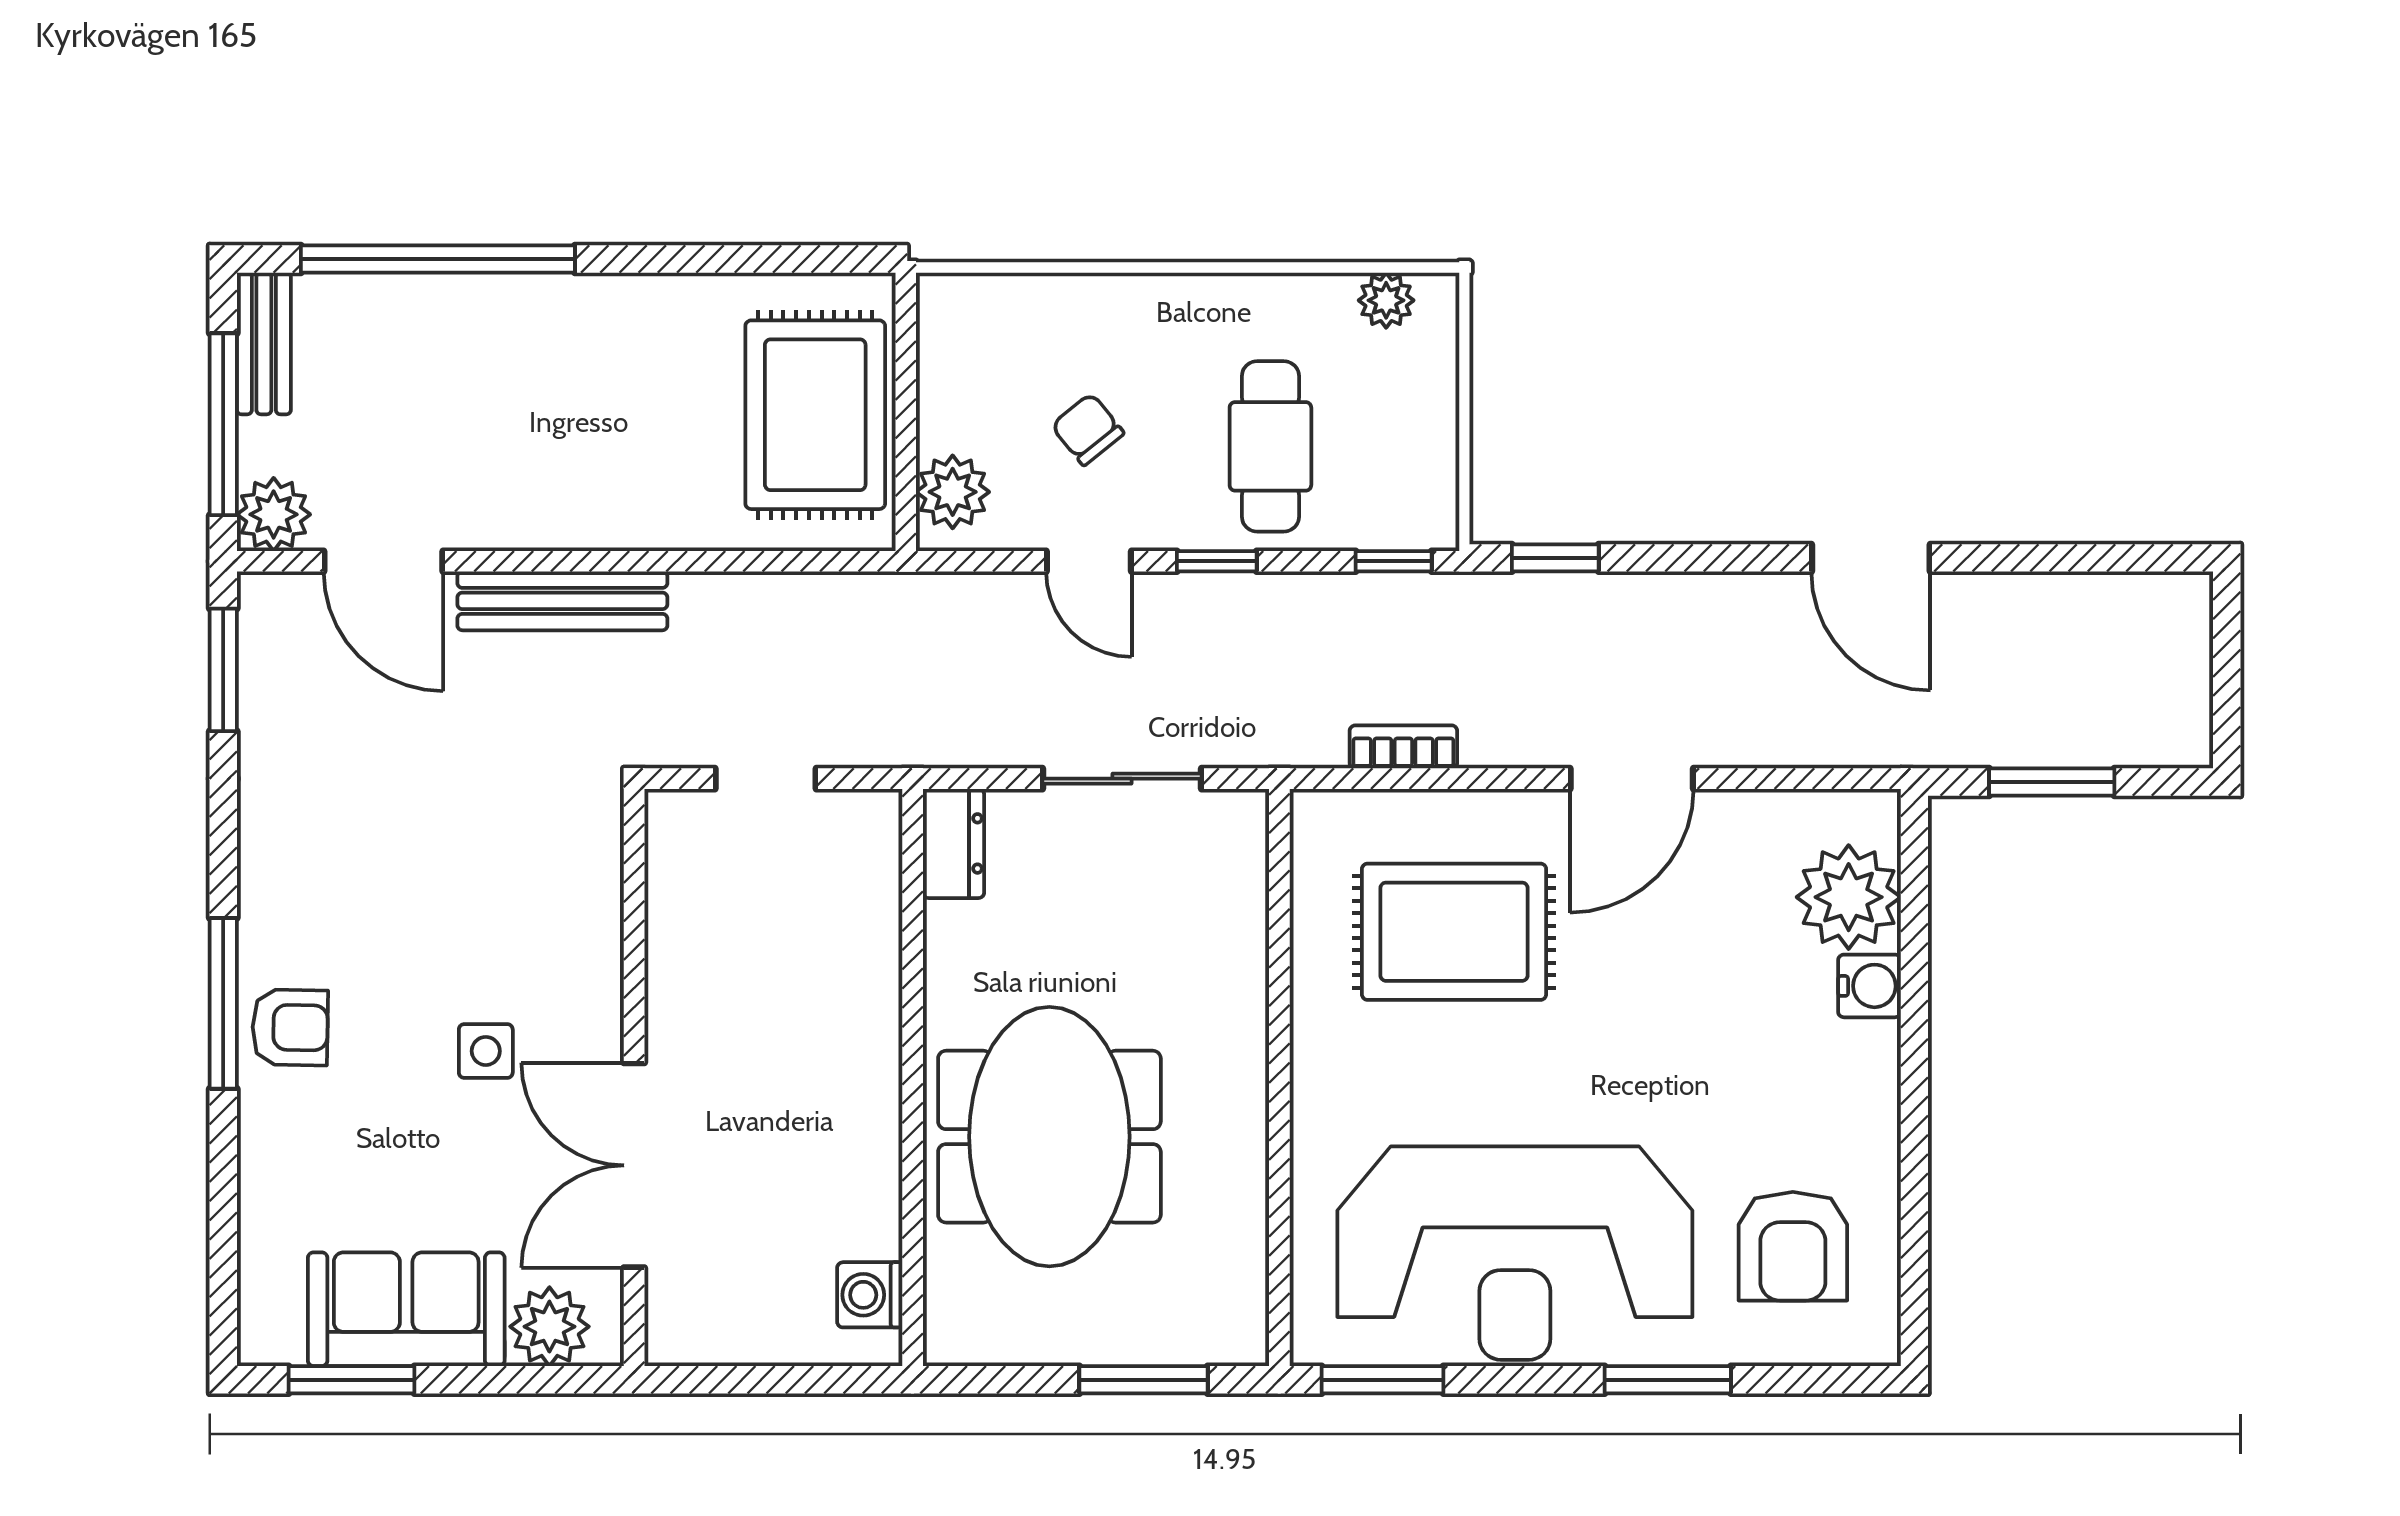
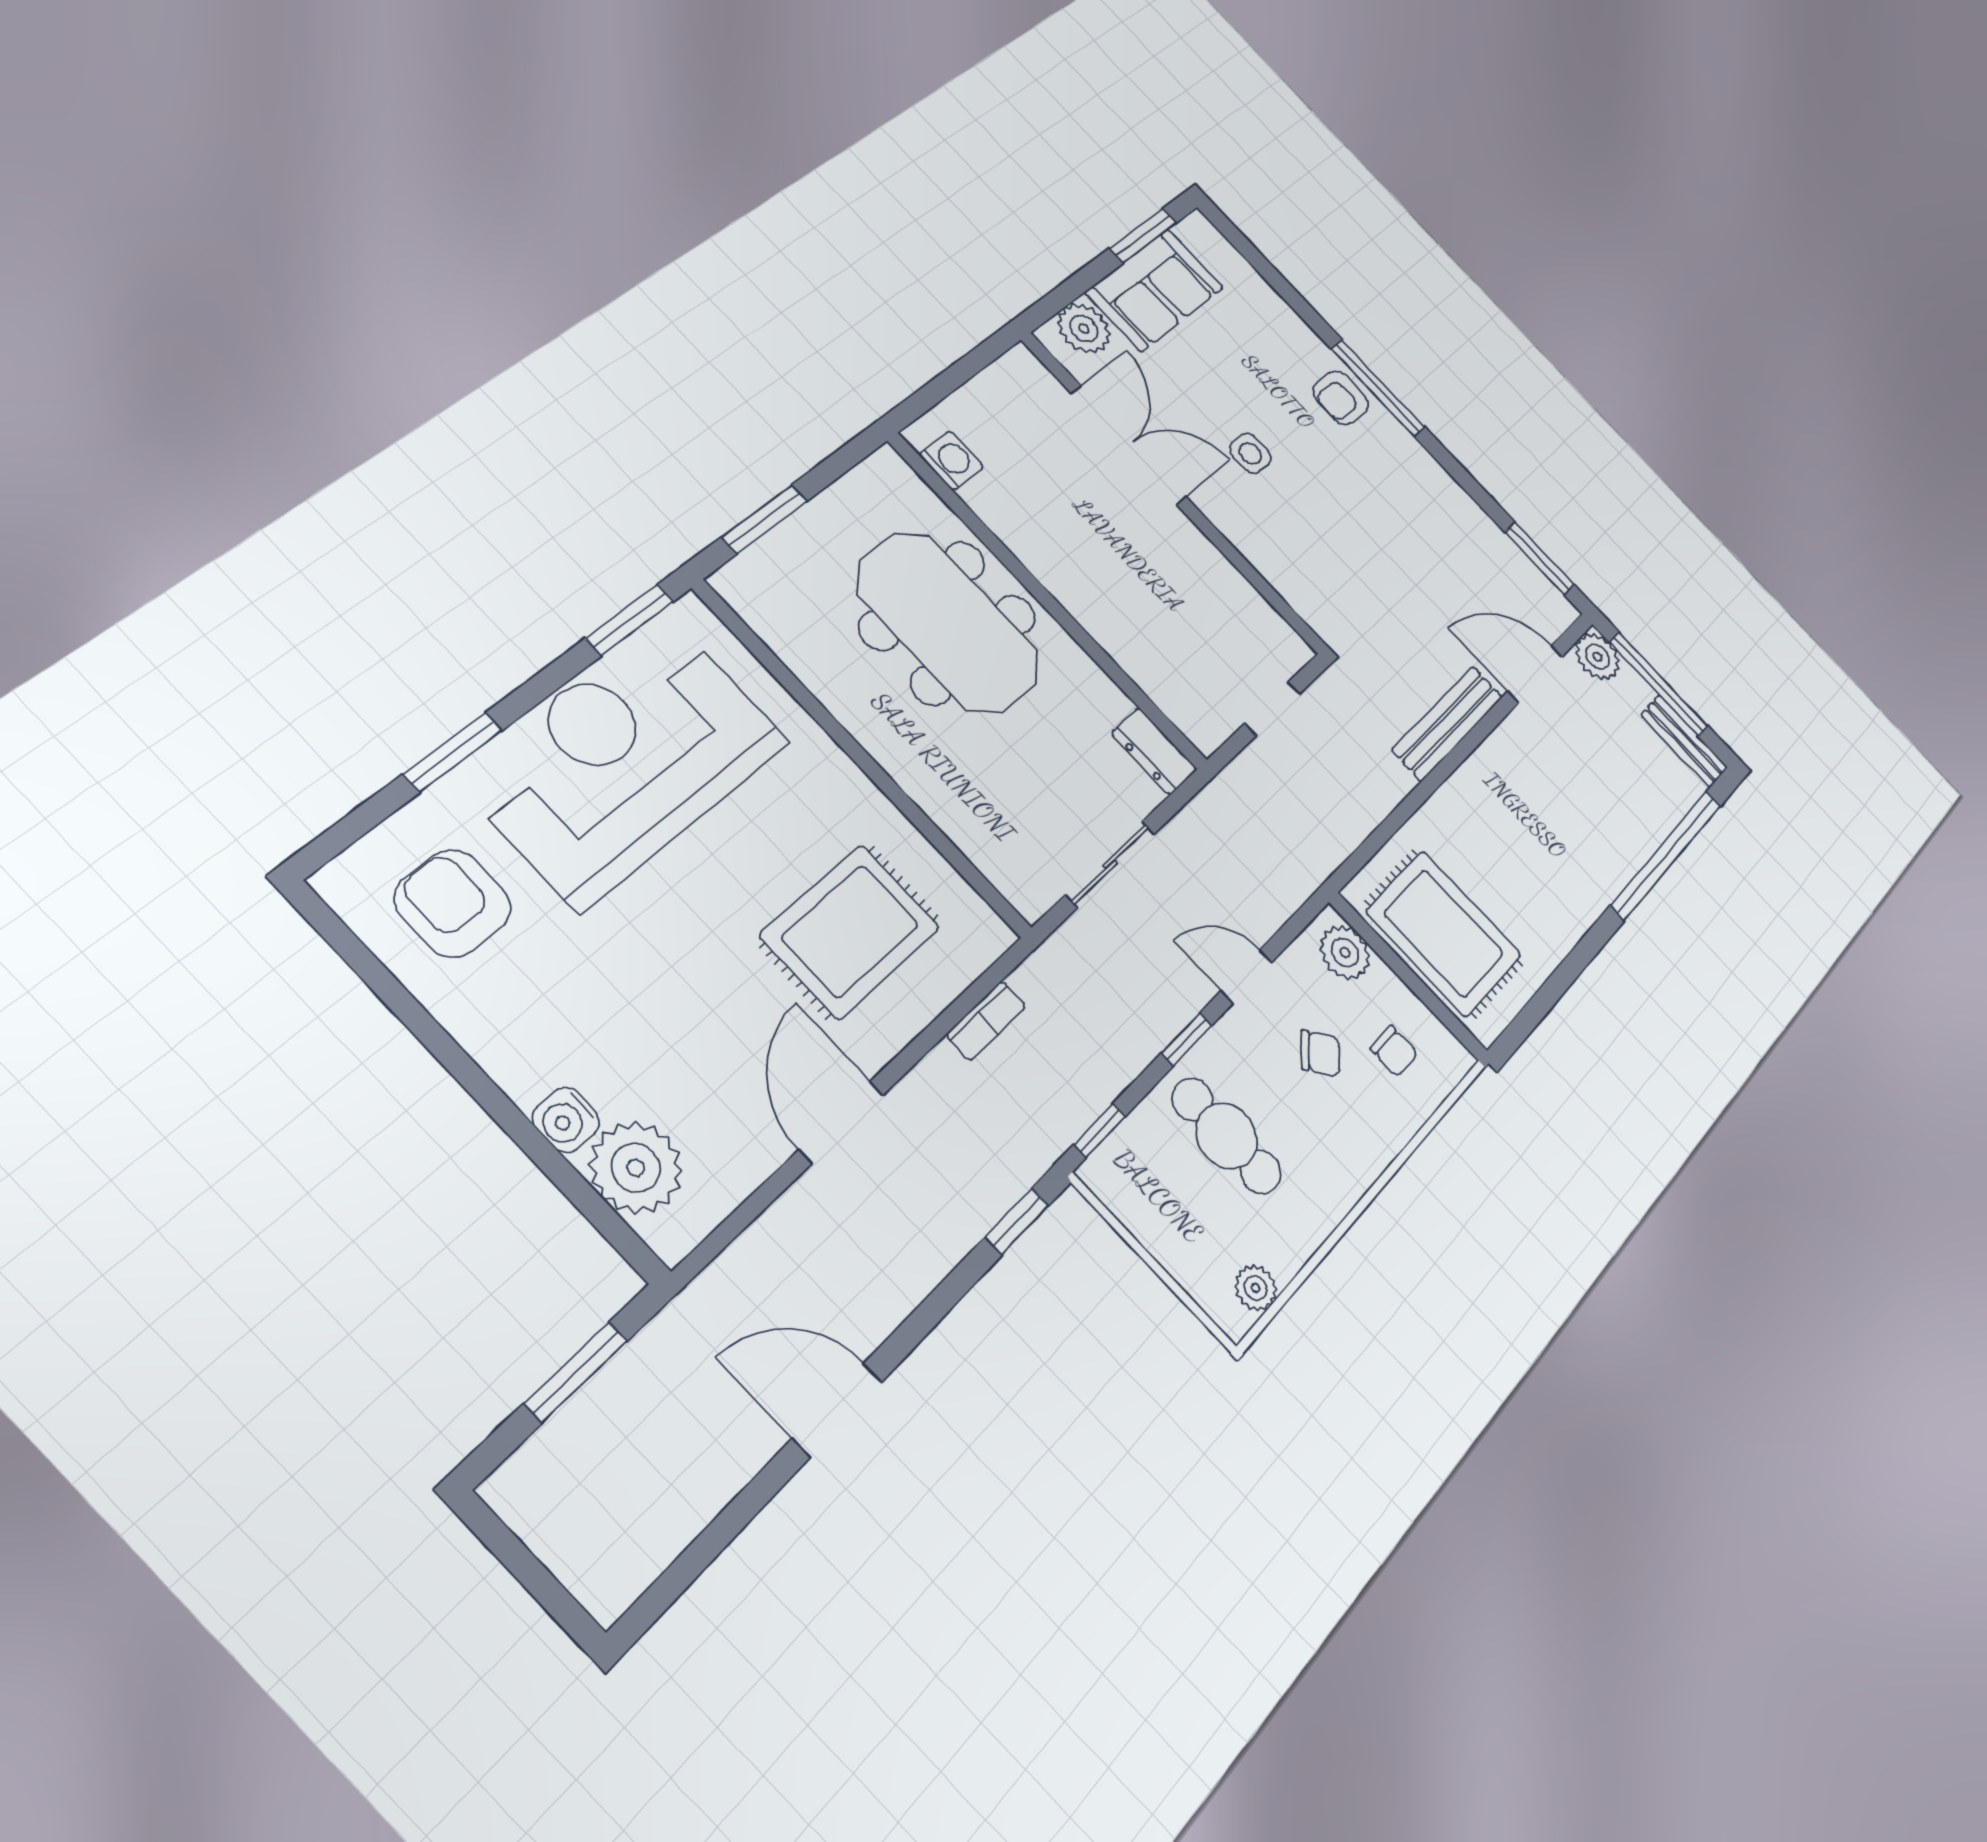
chair: (1003, 362) -> (1394, 1051), added

